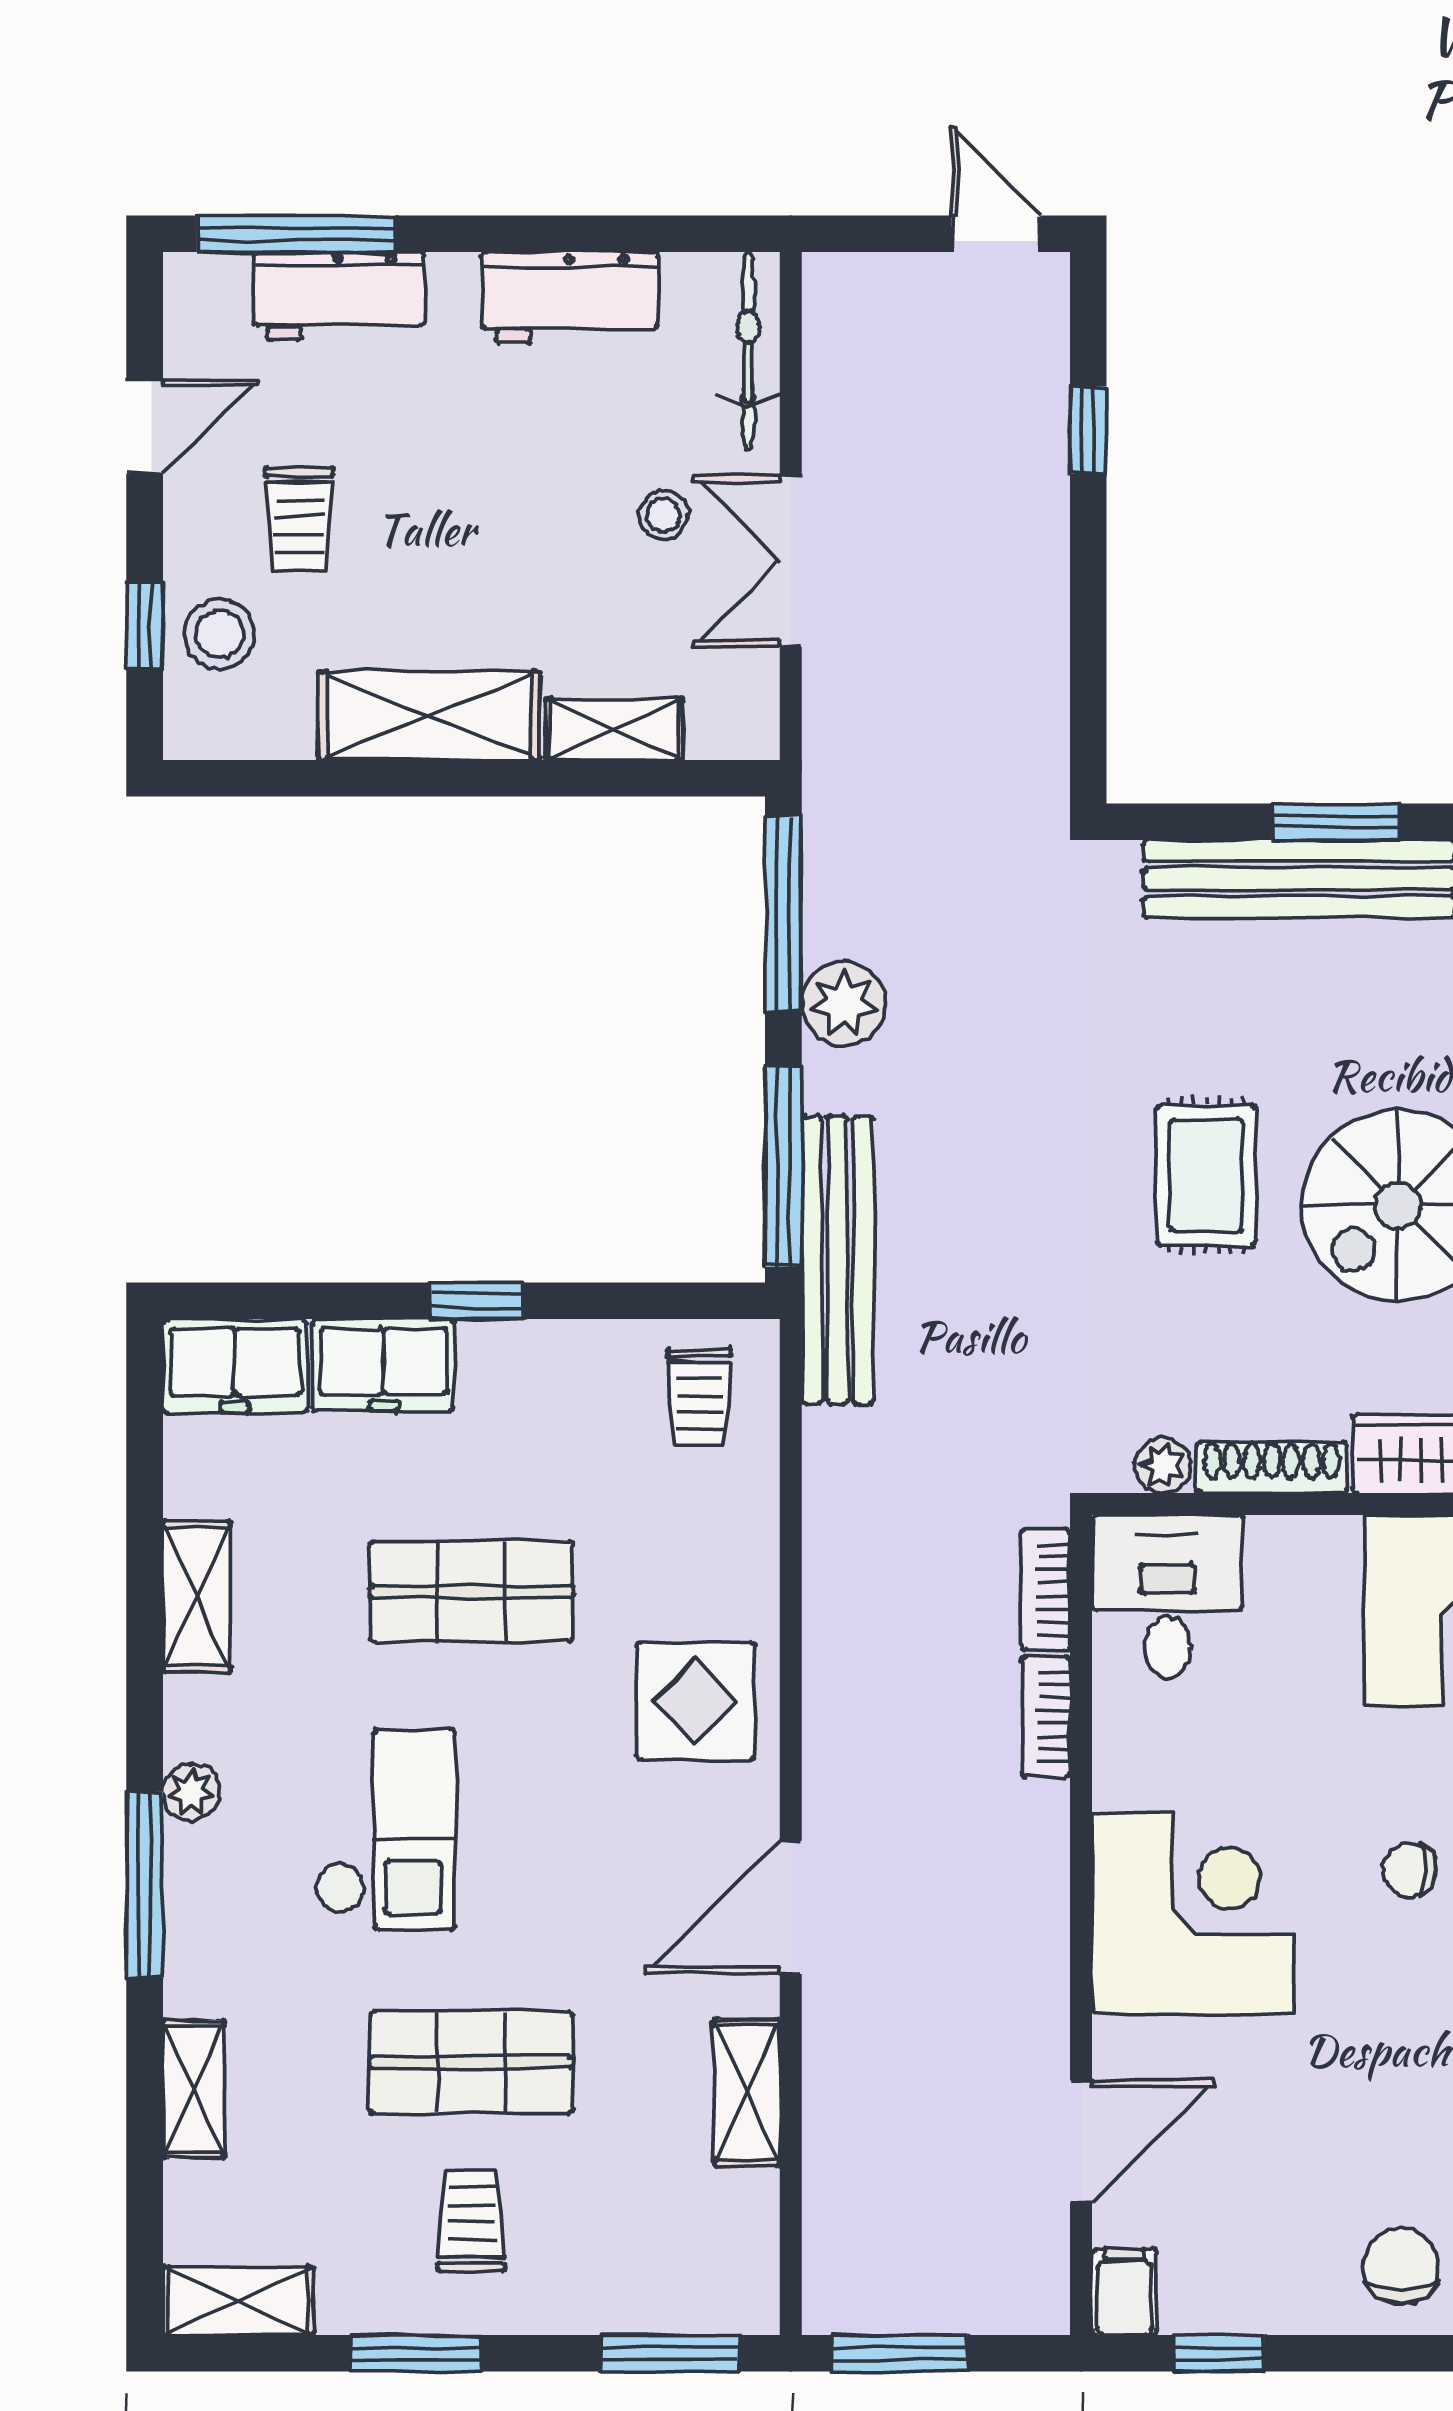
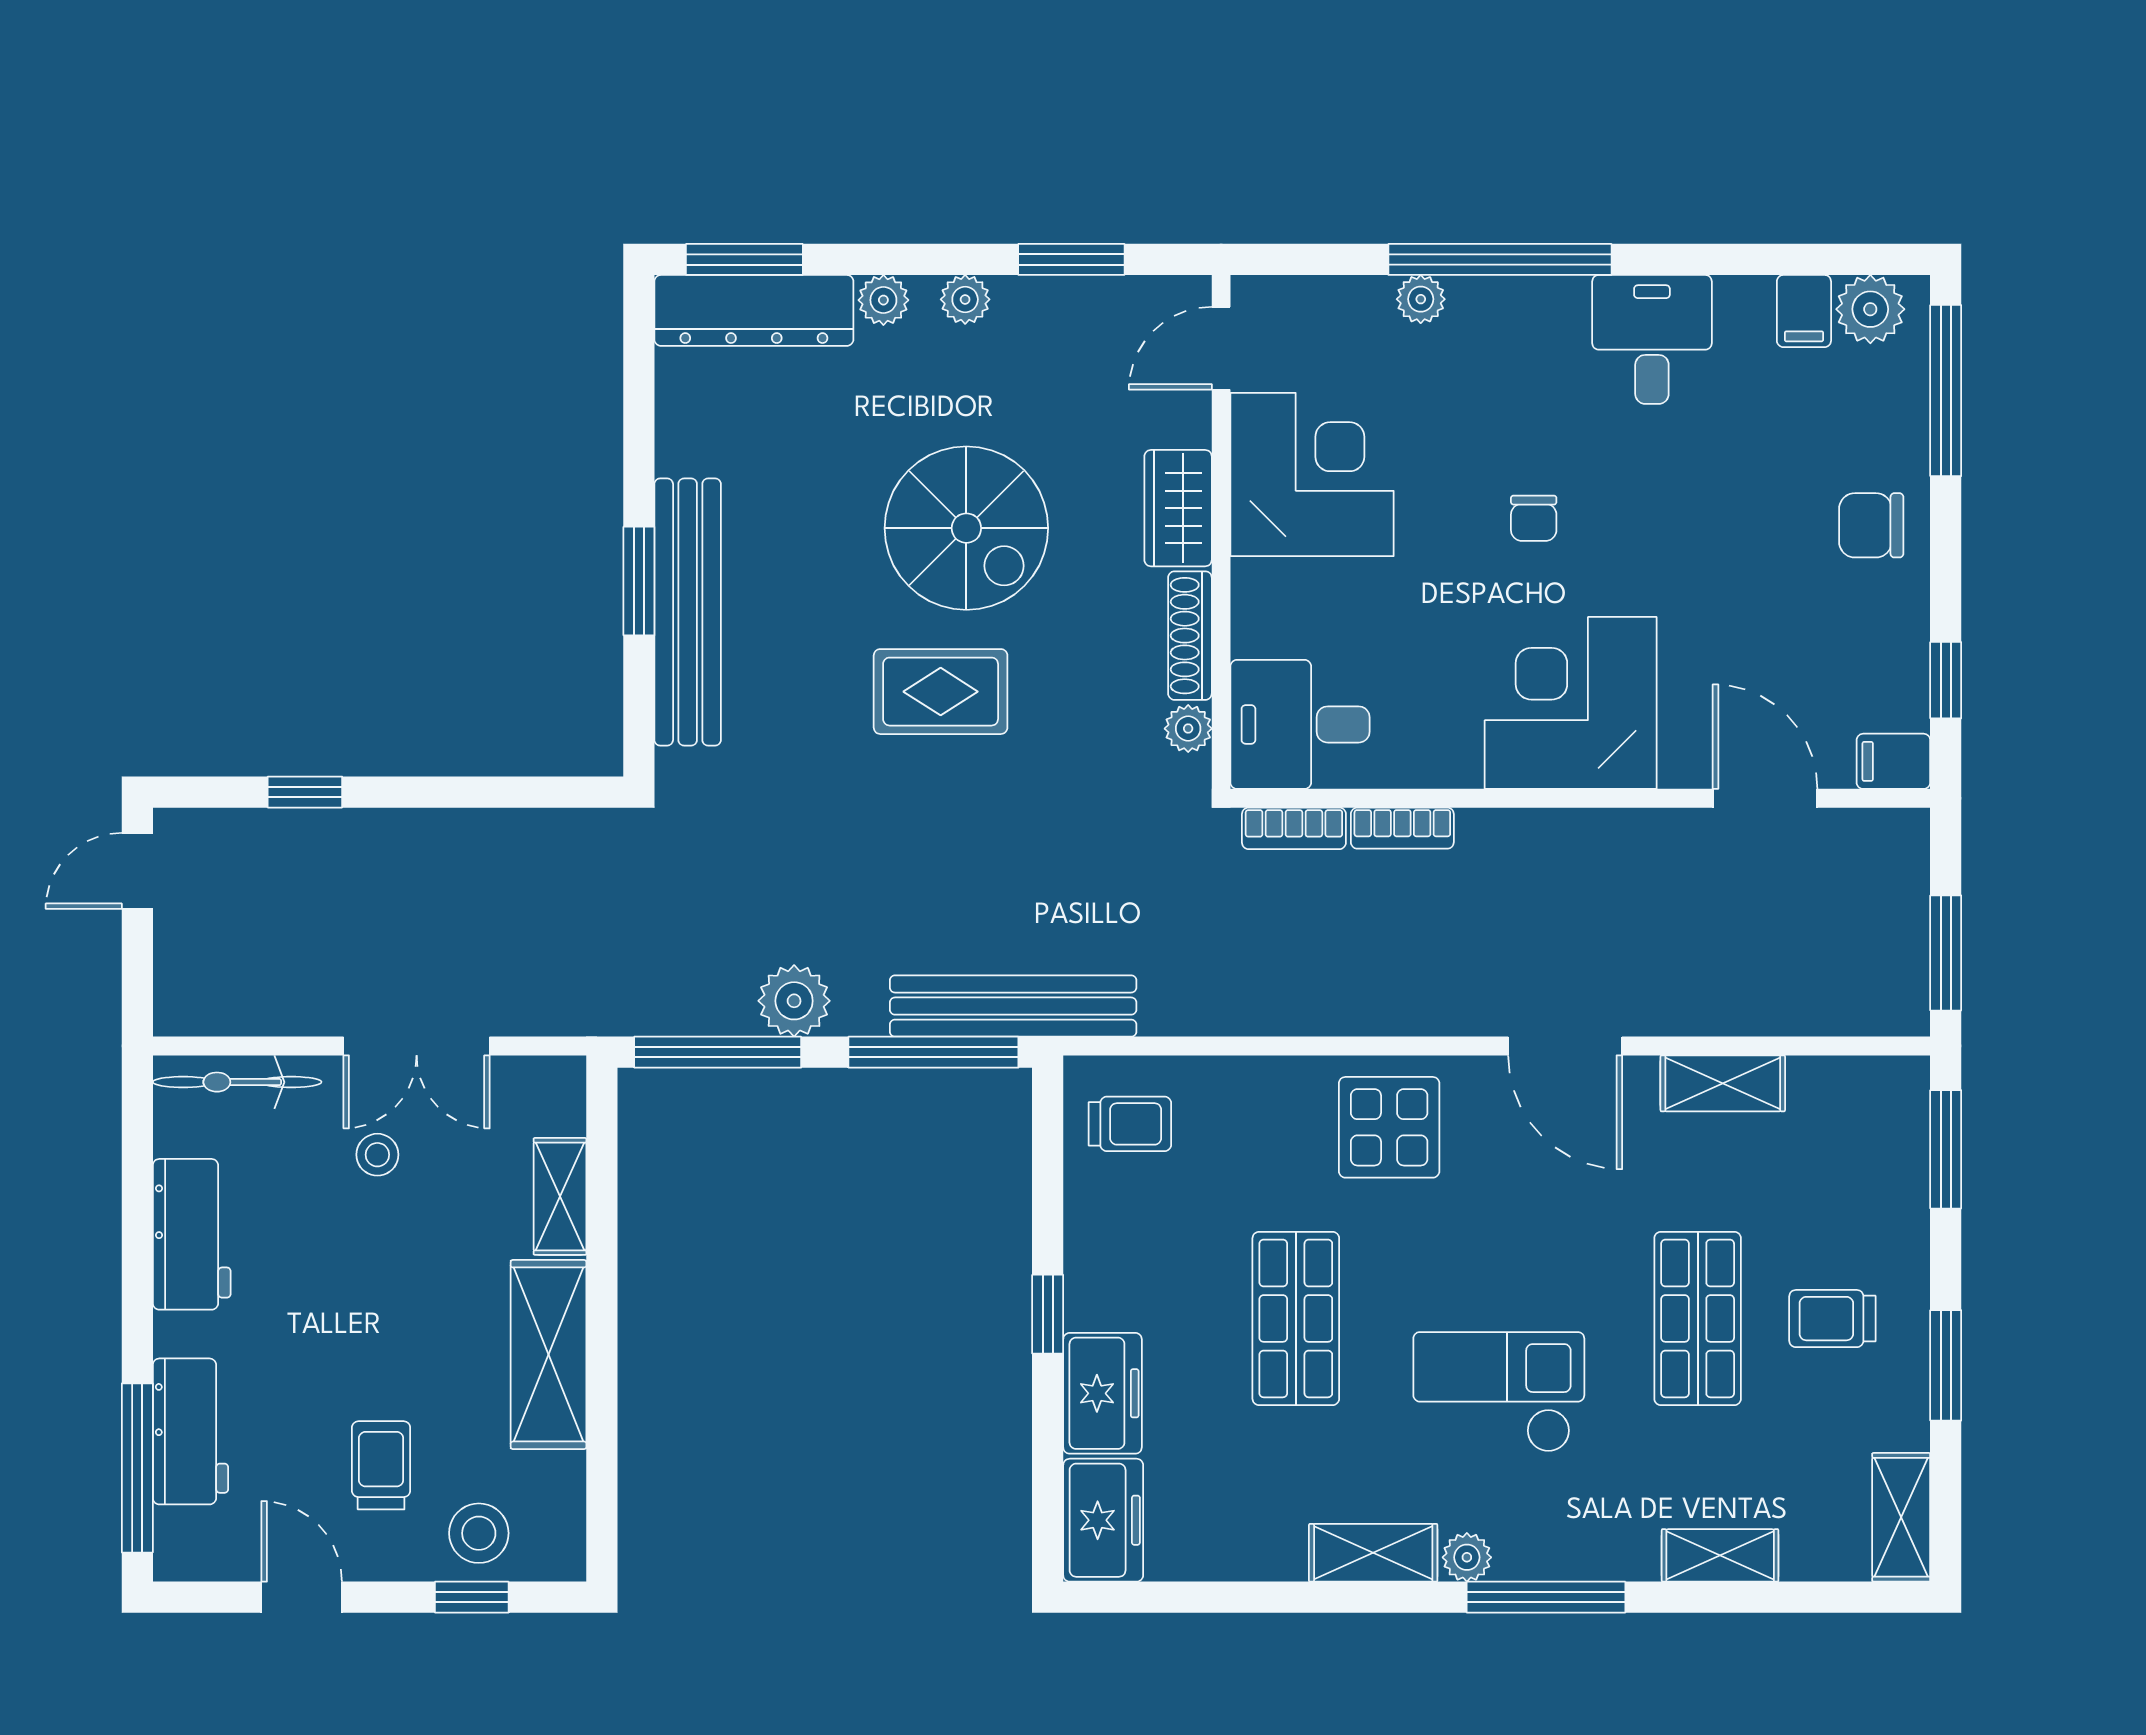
trolley: (299, 519) -> (381, 1465), turned -90
shelving: (197, 1596) -> (1373, 1553), moved

